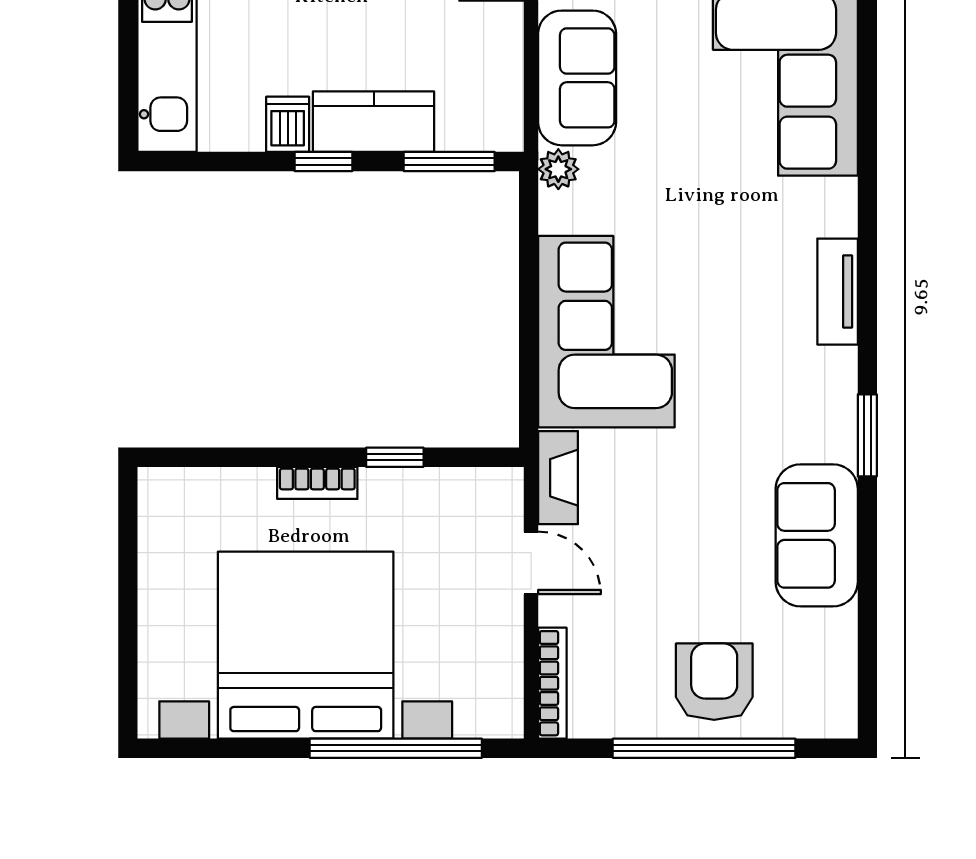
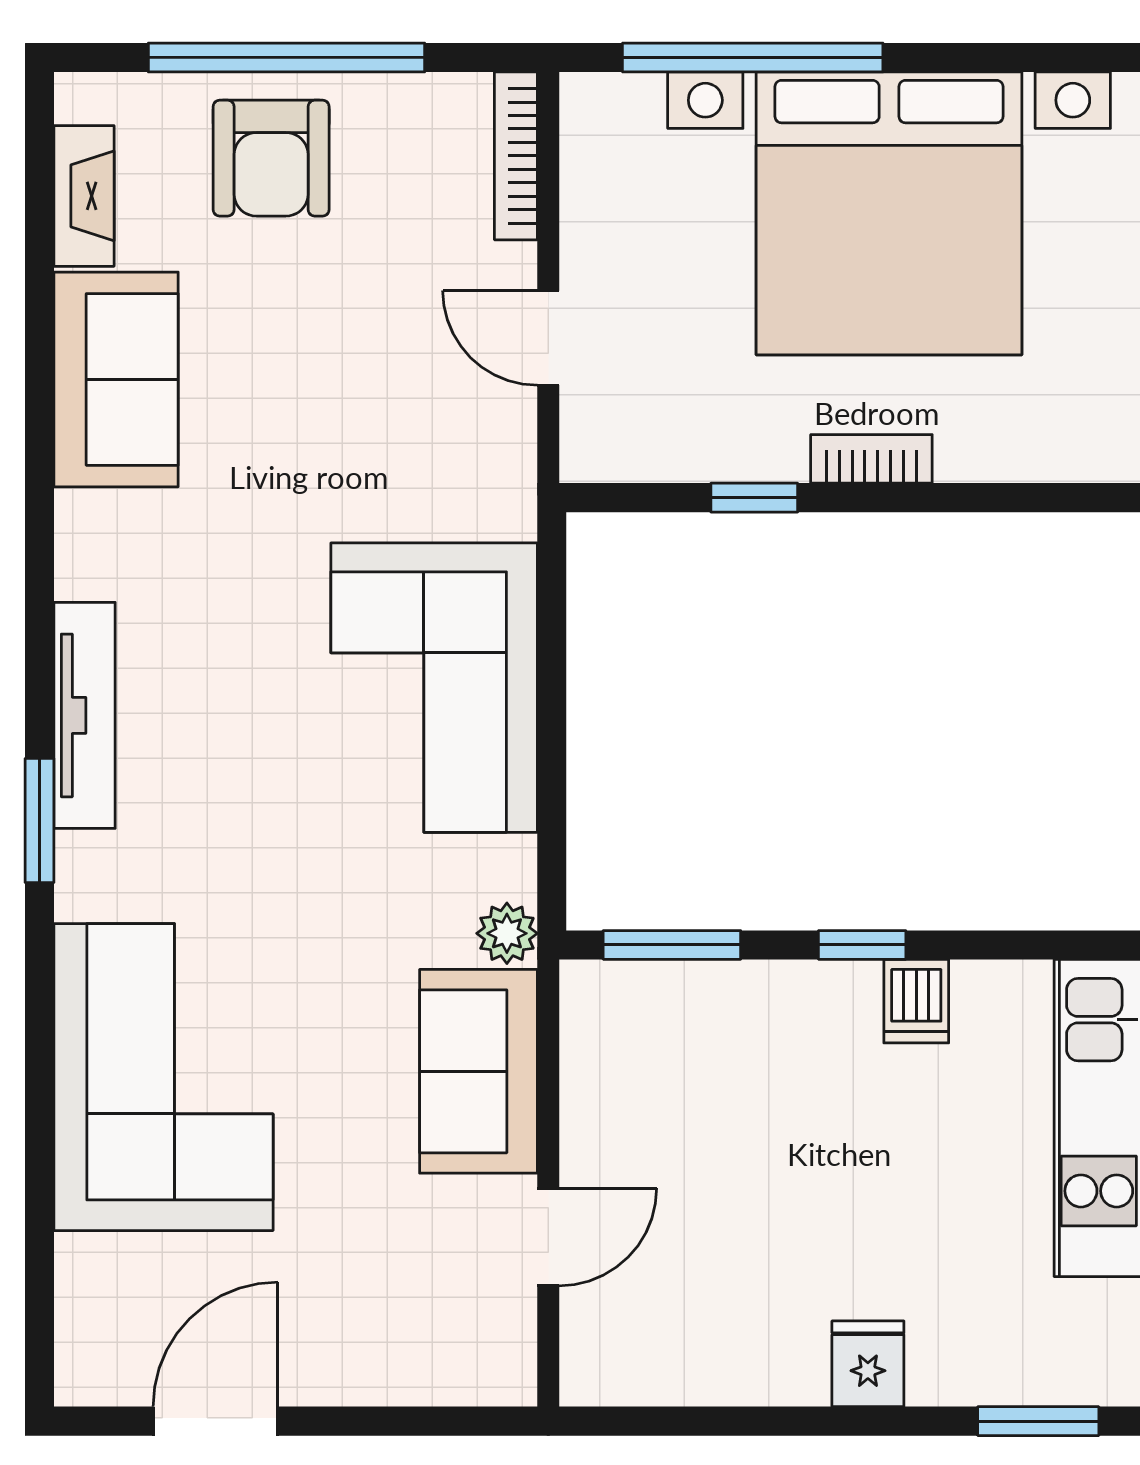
kitchen counter: (374, 122) -> (786, 1005), removed
tv unit: (838, 292) -> (85, 715), width x1.41
window: (867, 435) -> (40, 821), moved
fireplace: (558, 478) -> (84, 196), moved, turned 180

